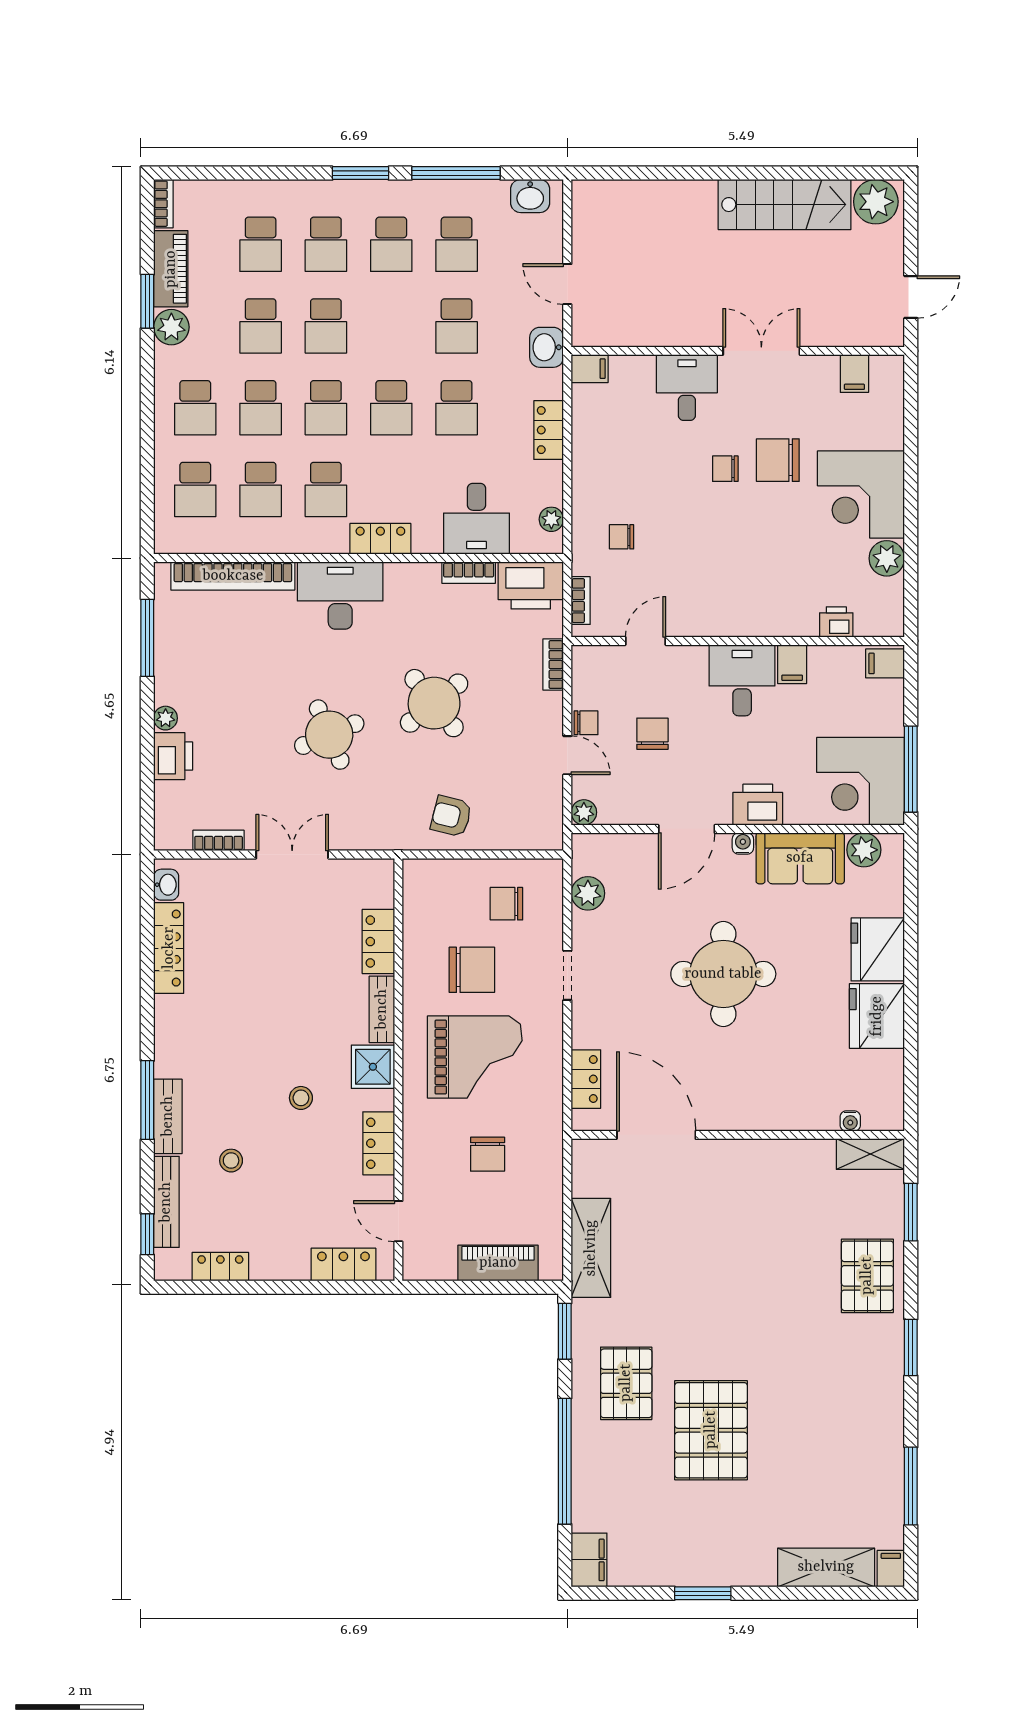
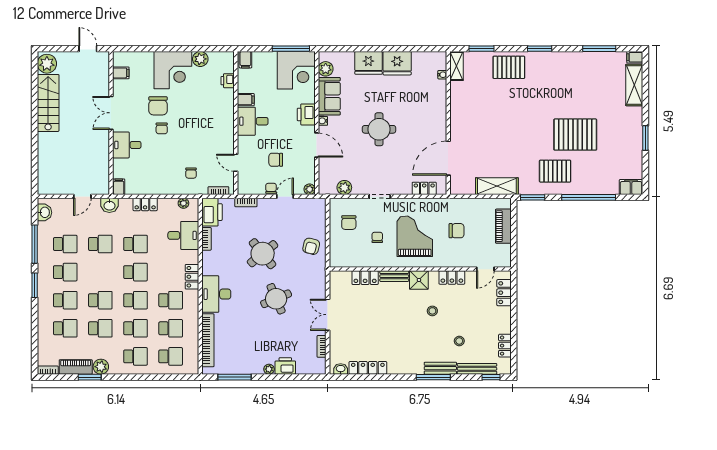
chair: (472, 970) -> (377, 237), width x0.54, depth x0.54
round table: (723, 974) -> (379, 129), width x0.73, depth x0.73

